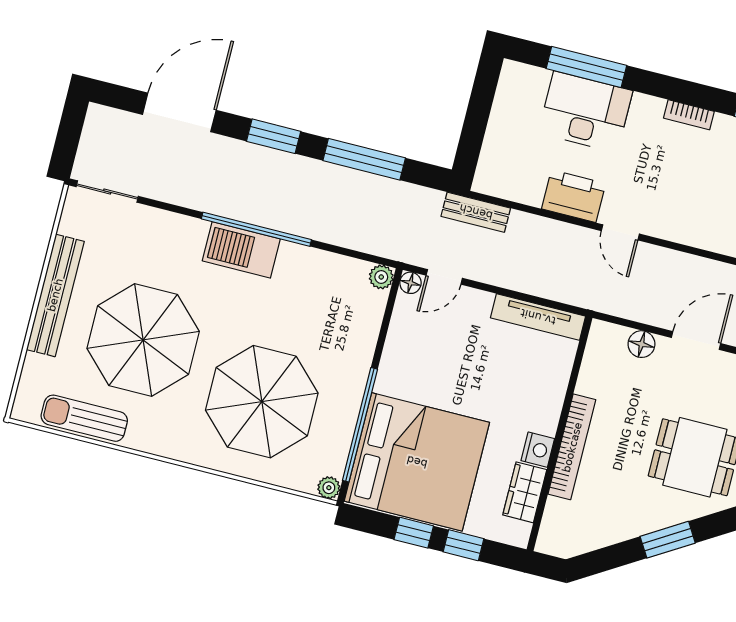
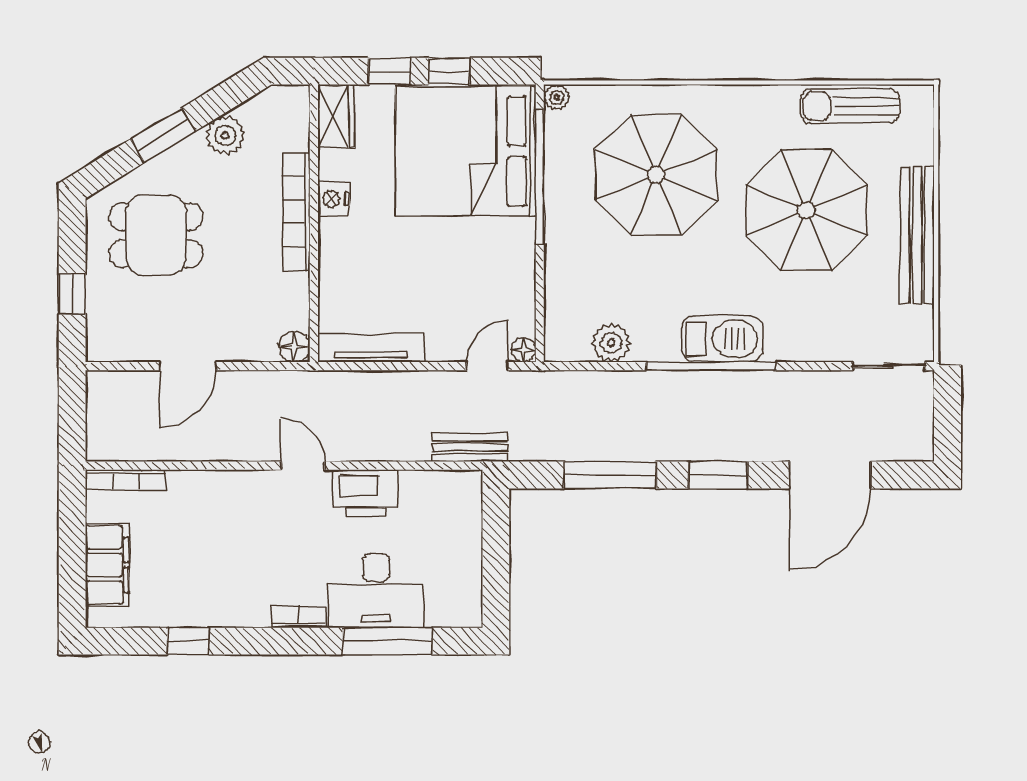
bookcase: (689, 115) -> (299, 617), moved
plant: (381, 277) -> (611, 343), moved, width x1.38, depth x1.38
floor lamp: (641, 344) -> (294, 347), moved
sun lounger: (84, 418) -> (850, 106), turned 180
wardrobe: (525, 492) -> (336, 116), moved
plant: (615, 526) -> (225, 135), added

